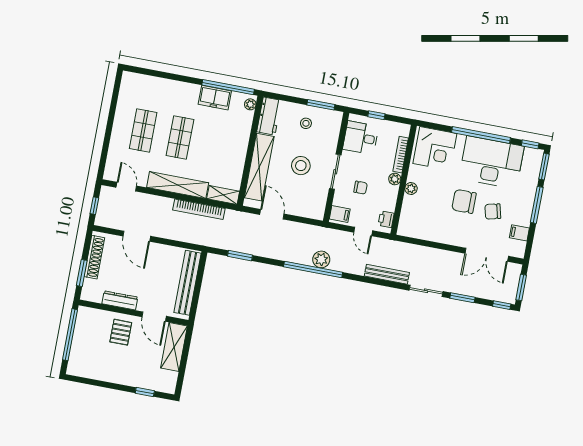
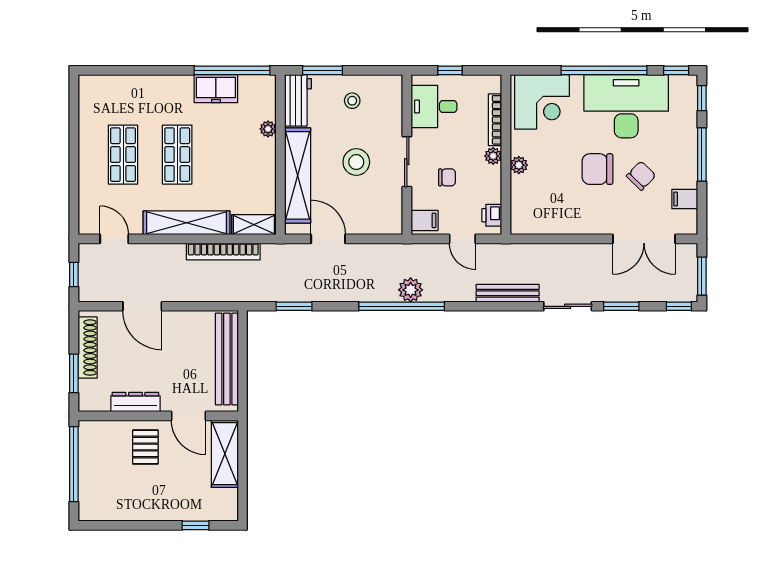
plant: (250, 104) -> (268, 129), moved
window: (321, 105) -> (322, 70), moved
window: (544, 167) -> (702, 98), width x0.67
chair: (493, 211) -> (641, 176), turned 148

